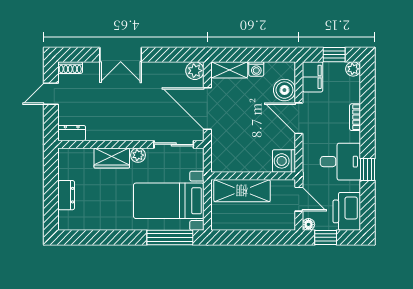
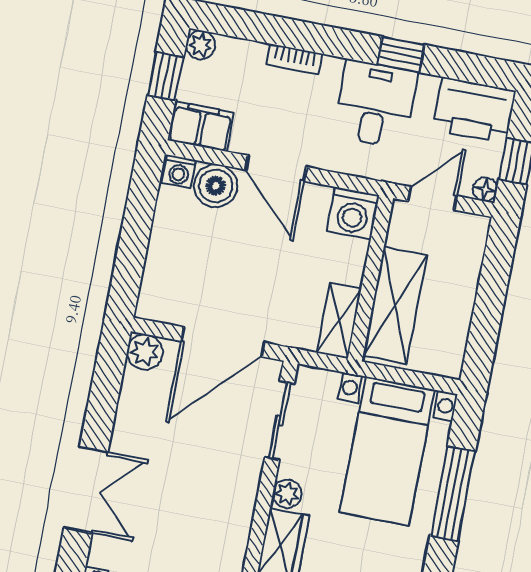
washing machine: (256, 69) -> (179, 171), moved, turned 90
shelving: (229, 70) -> (339, 320), moved
door: (299, 118) -> (276, 168), hinge flipped
window: (170, 237) -> (453, 494), moved

